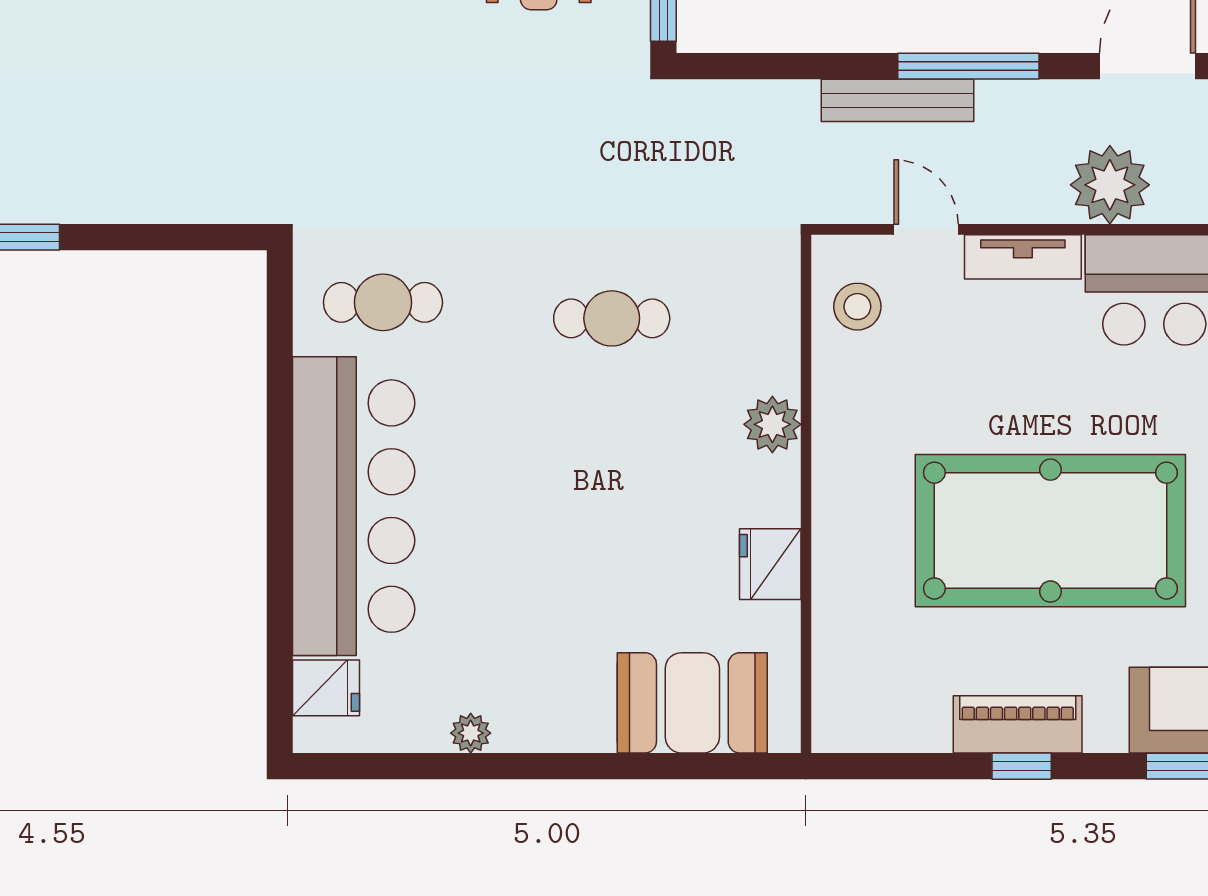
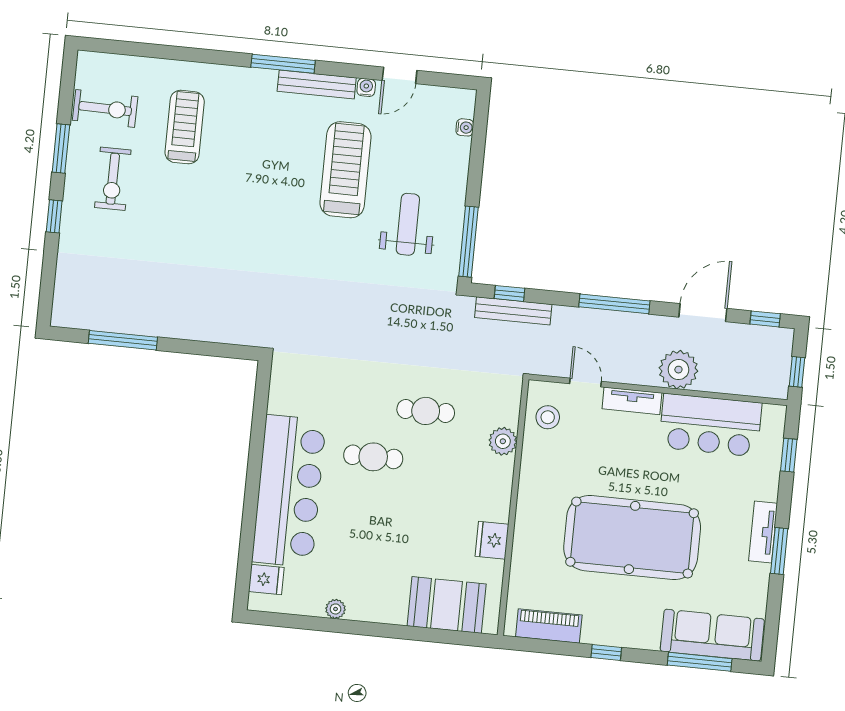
window: (756, 66) -> (510, 293), added
bench: (897, 100) -> (513, 311), moved
cafe table: (383, 302) -> (373, 457), moved
plant: (772, 424) -> (503, 441), moved
piano: (1018, 724) -> (549, 626), moved

